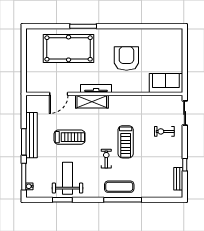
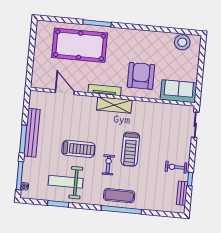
stool: (165, 36) -> (182, 42), added
armchair: (126, 58) -> (141, 76), moved
door: (59, 94) -> (65, 92), swing flipped
shelving: (92, 102) -> (114, 105), moved
exercise bike: (164, 131) -> (176, 167), moved
treadmill: (70, 137) -> (78, 149), moved
weight bench: (67, 178) -> (66, 182), turned -90

